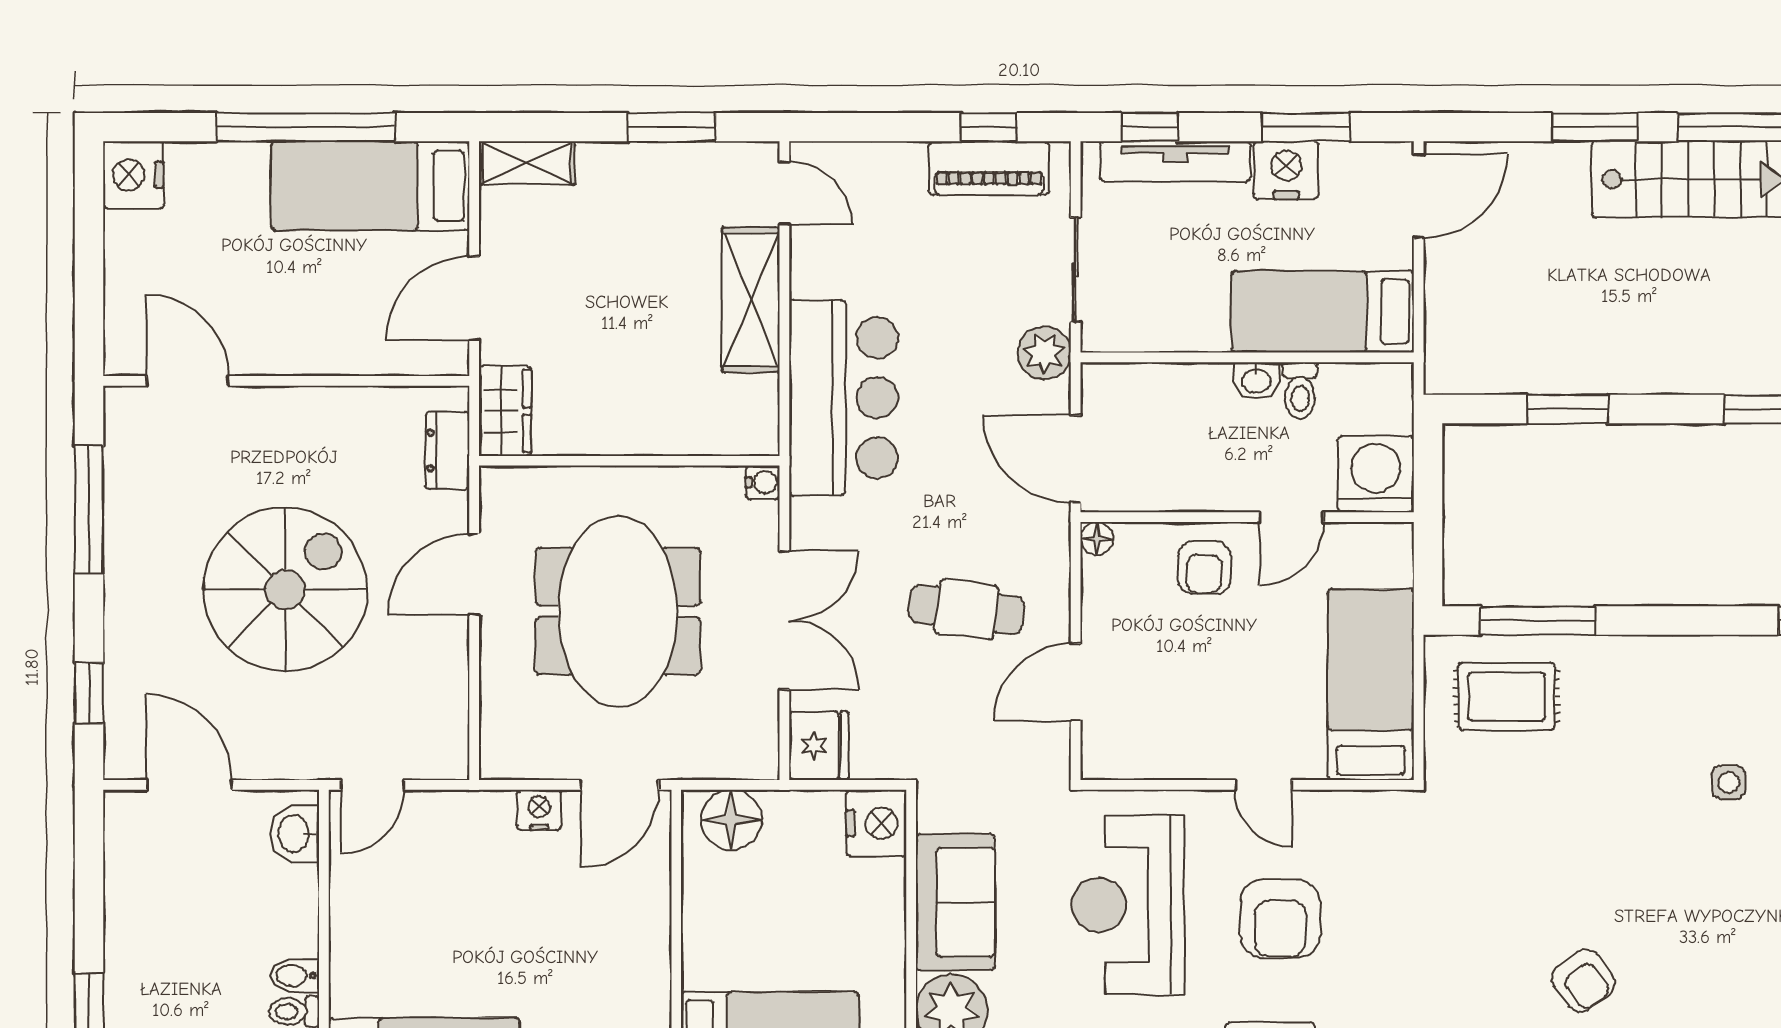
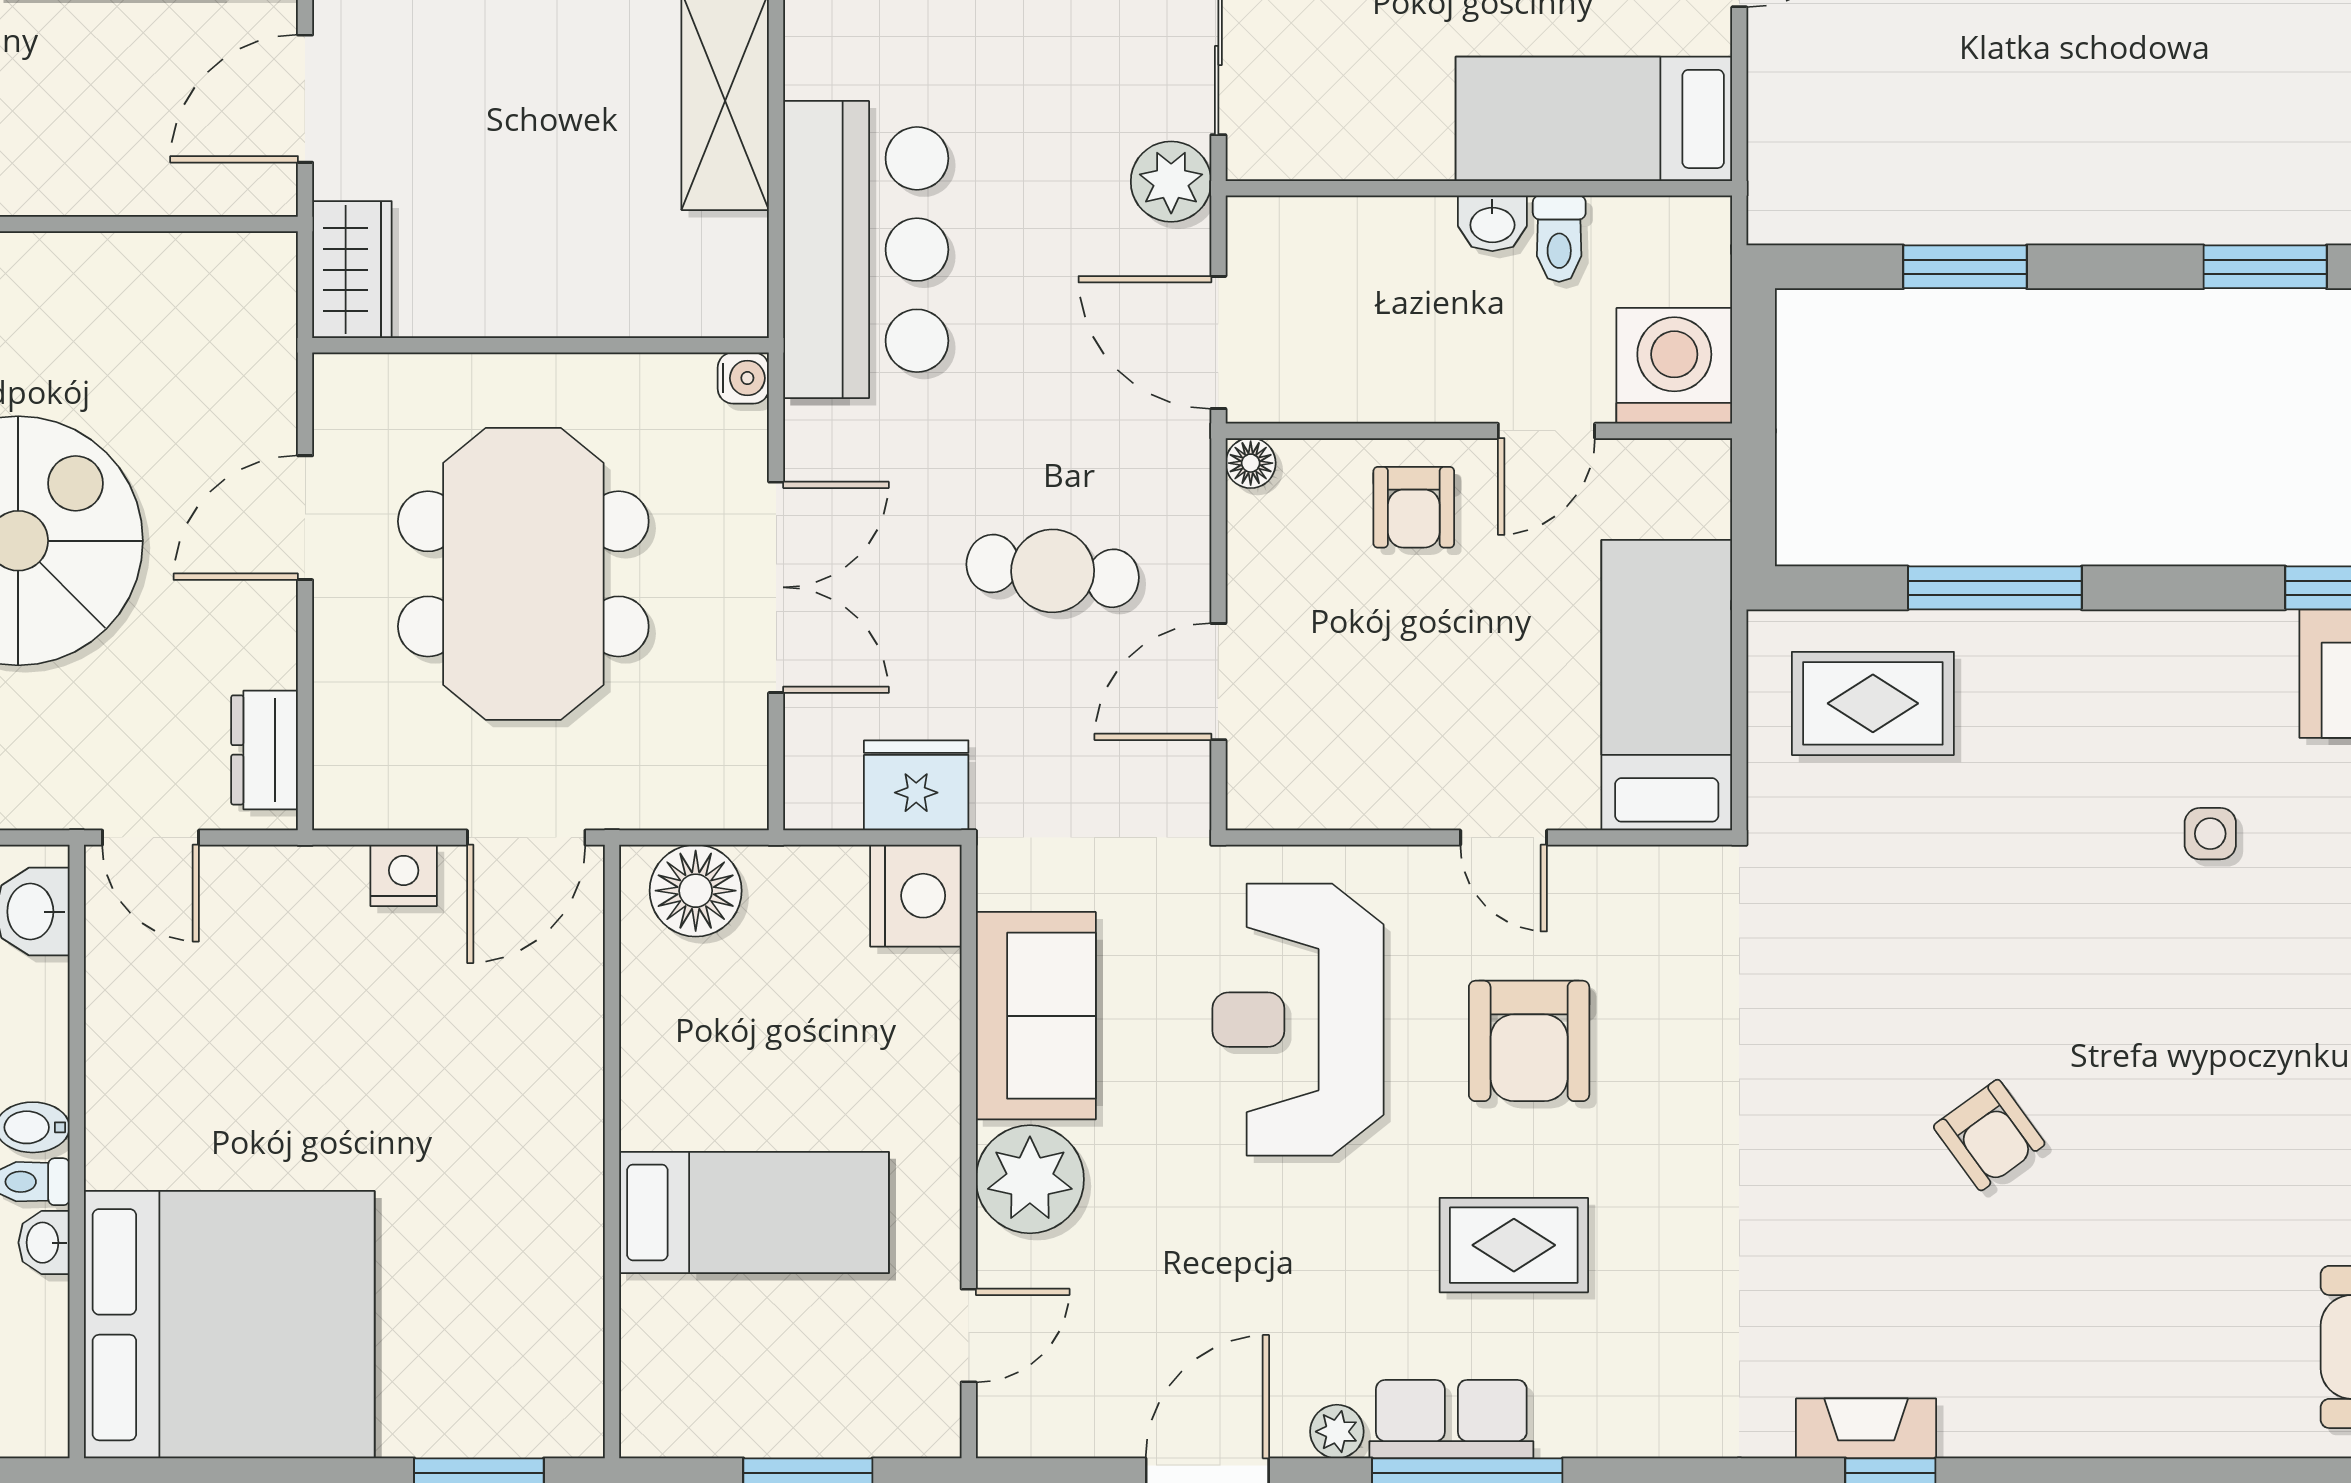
dresser: (448, 451) -> (265, 750), moved
window: (1538, 620) -> (1995, 588), moved
fridge: (819, 746) -> (916, 785), moved, turned -90
door: (372, 785) -> (151, 838), hinge flipped

